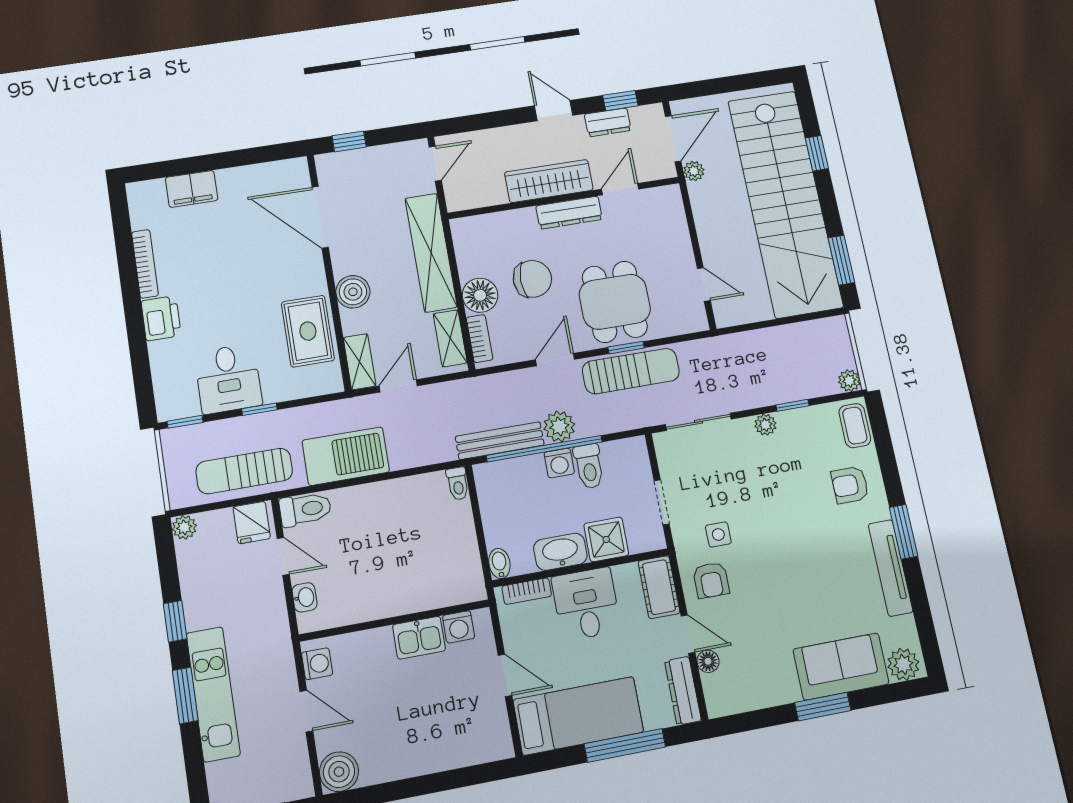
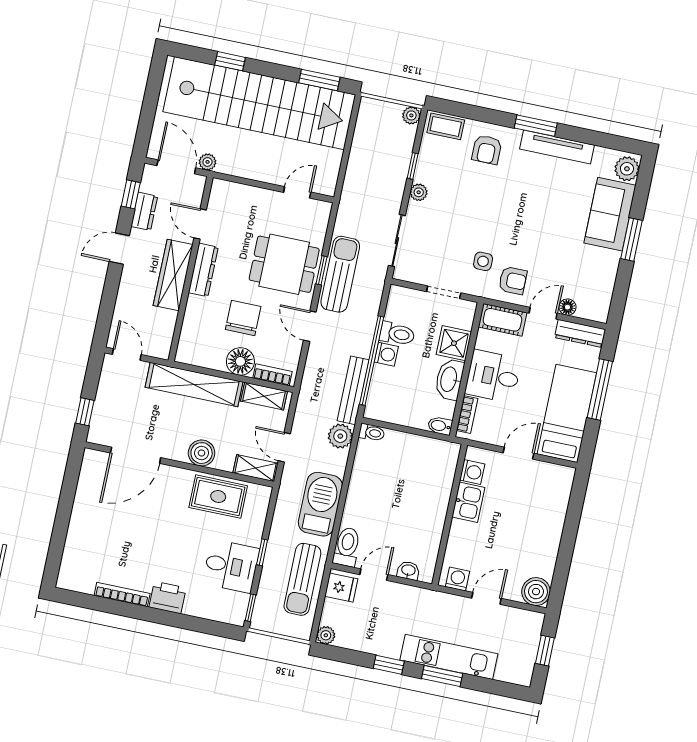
filing cabinet: (192, 189) -> (78, 541), removed
plant: (559, 426) -> (340, 436), moved

